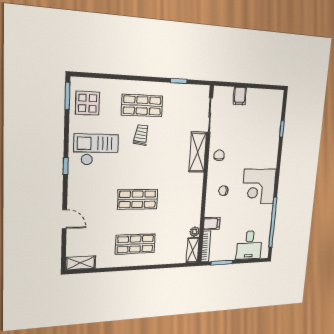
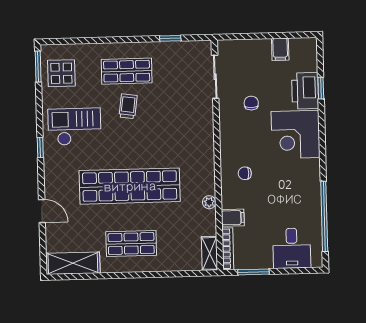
filing cabinet: (240, 96) -> (280, 49), moved
printer: (271, 130) -> (305, 91), added
shelving: (198, 152) -> (204, 124), removed
chair: (219, 155) -> (251, 103), moved
corner desk: (259, 187) -> (296, 134), moved
shop shelf: (137, 199) -> (130, 186), width x2.00, depth x1.36
plant: (195, 232) -> (209, 202), moved
shelving: (80, 263) -> (73, 263), width x1.50, depth x1.33

